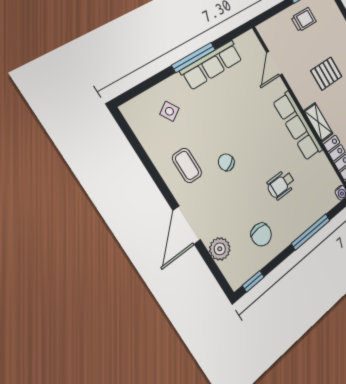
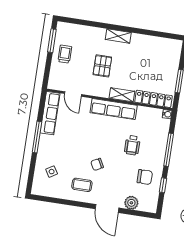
row of seats: (212, 65) -> (50, 113), moved
window: (253, 281) -> (163, 185), moved

